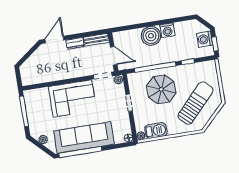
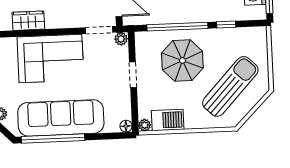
wardrobe: (55, 75) -> (28, 21), added

